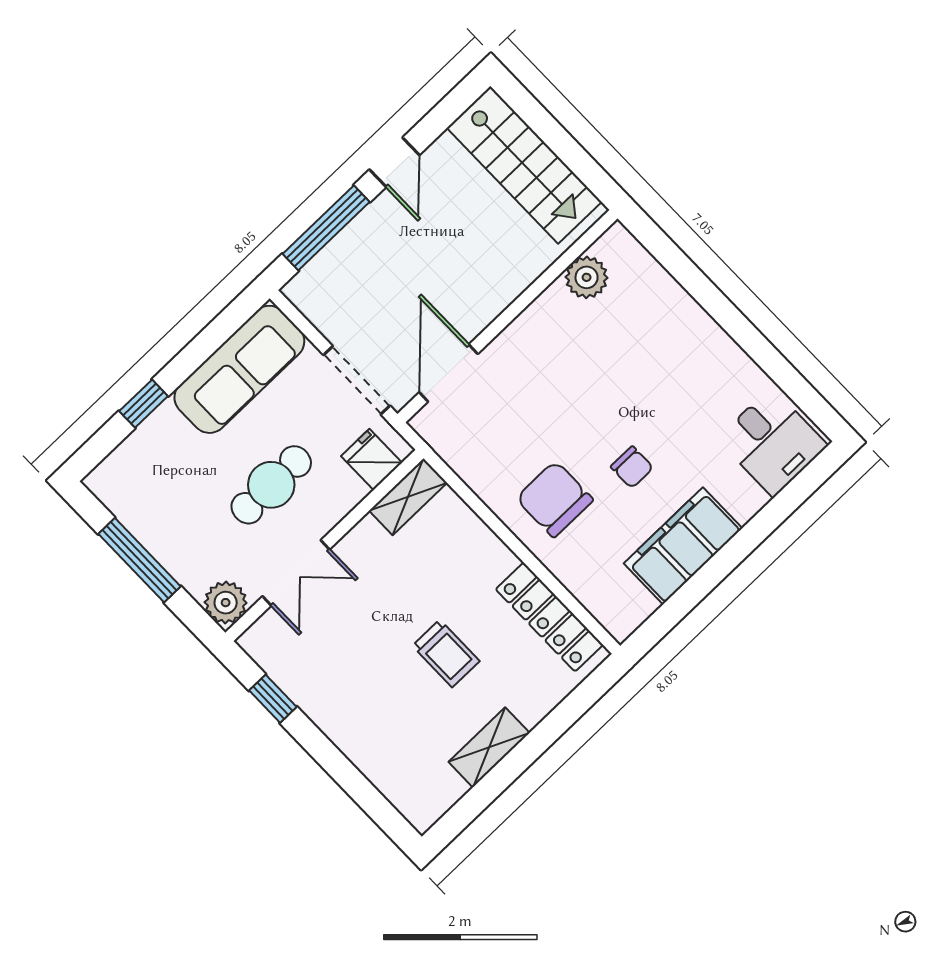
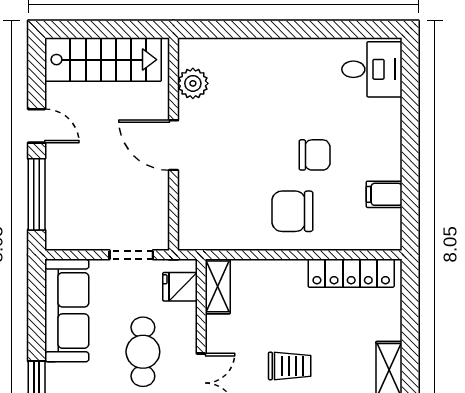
door: (448, 373) -> (174, 145), moved
doorway: (357, 380) -> (131, 255), width x0.73
chair: (632, 467) -> (315, 155), width x1.37, depth x1.37
filing cabinet: (683, 546) -> (384, 194), width x0.33, depth x0.86
trolley: (446, 653) -> (290, 366), moved

